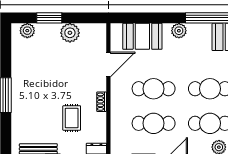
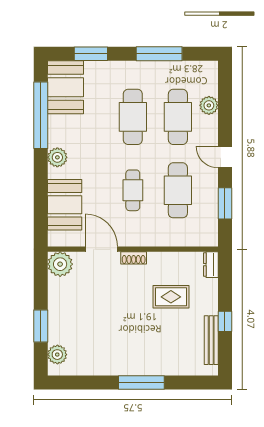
plant: (70, 33) -> (60, 264), moved
cafe table: (154, 89) -> (133, 190), width x0.73, depth x0.74
shoe rack: (102, 102) -> (134, 258), moved

